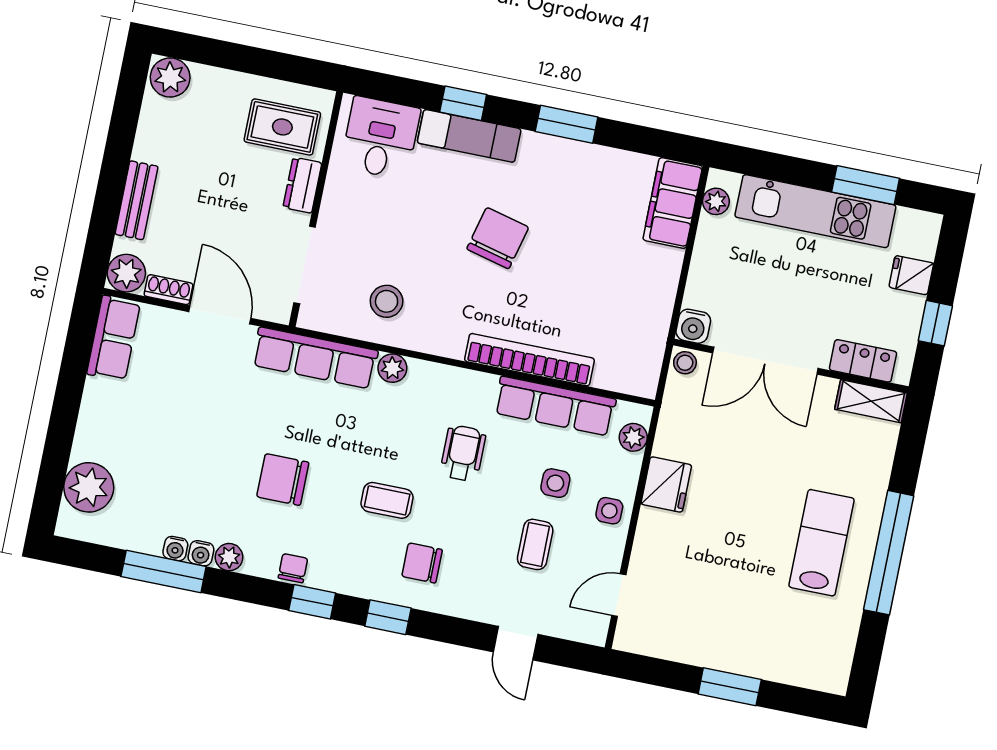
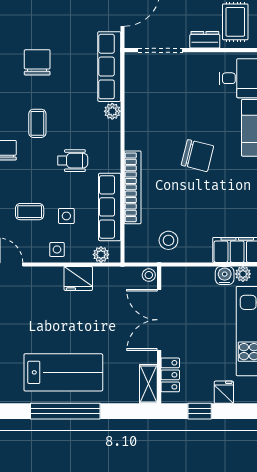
stool: (387, 301) -> (168, 240), moved
water cooler: (693, 326) -> (225, 276), moved, turned 90
lab bench: (822, 543) -> (63, 372), width x1.36, depth x1.39

